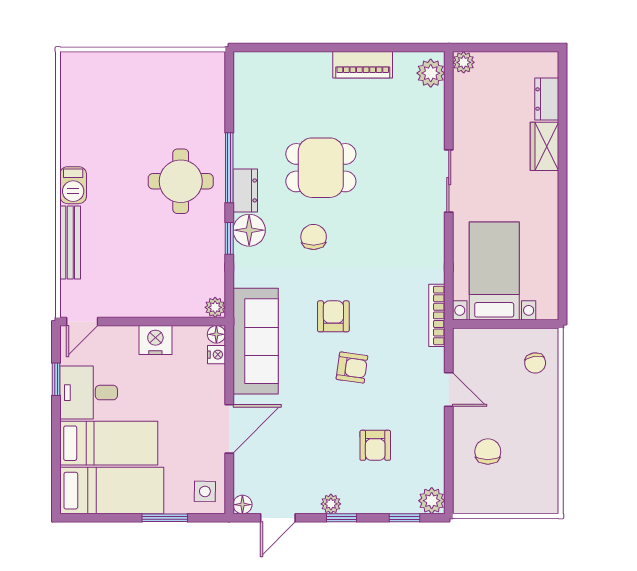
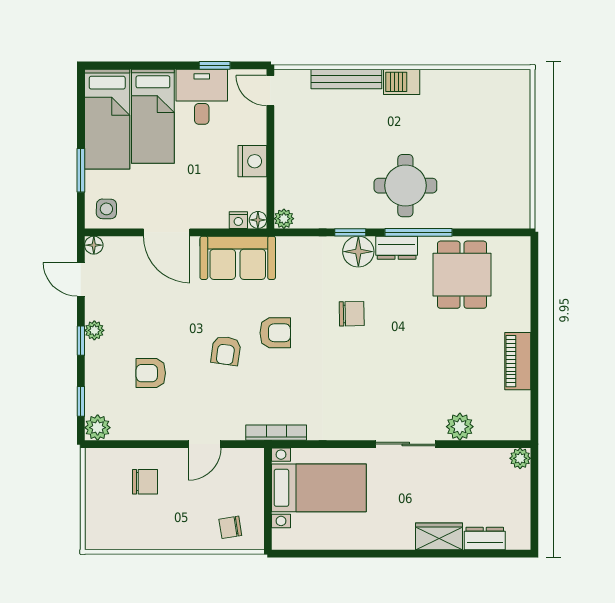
plant: (431, 73) -> (460, 427), moved
dining table: (321, 168) -> (462, 275), moved
sofa: (256, 341) -> (238, 258), width x0.73

